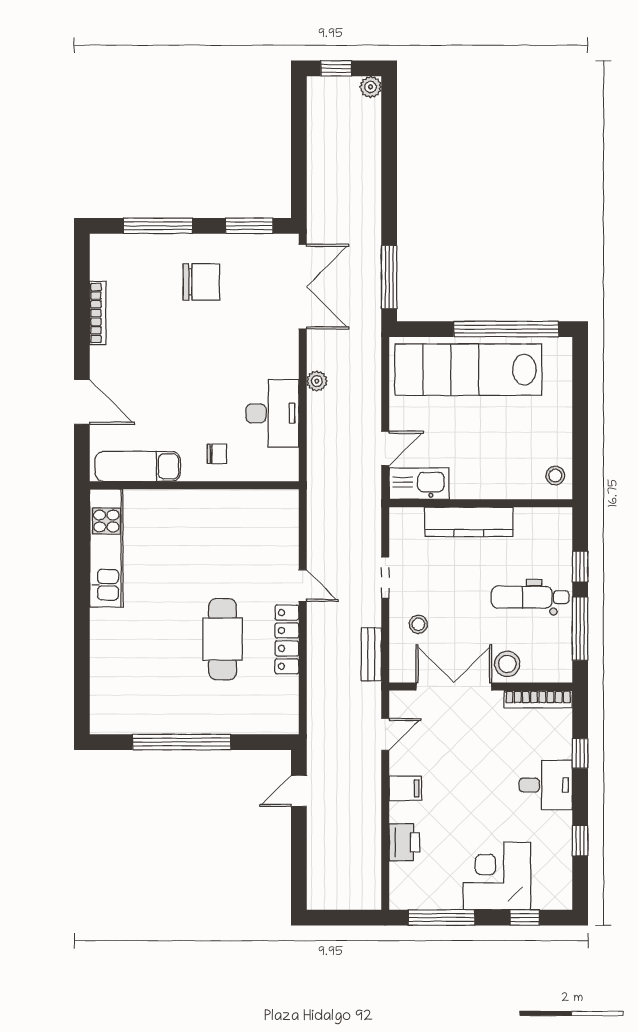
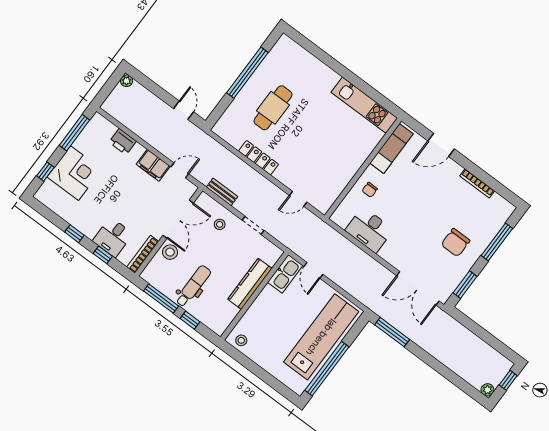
plant: (317, 381) -> (127, 81), moved
door: (303, 586) -> (298, 199), moved
cafe table: (223, 639) -> (273, 108), moved, turned 90
door: (385, 734) -> (180, 170), swing flipped
desk: (546, 785) -> (113, 237), moved
filing cabinet: (405, 788) -> (153, 165), width x2.00
window: (580, 841) -> (74, 234), moved

